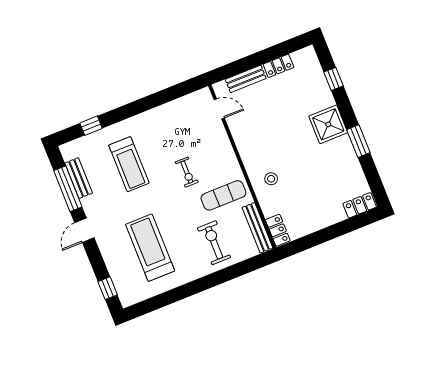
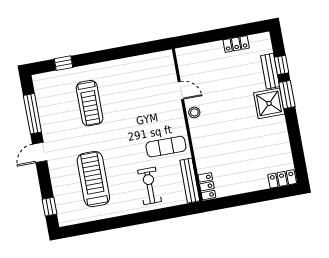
bench: (246, 79) -> (270, 71), moved, turned 90
door: (219, 109) -> (181, 91), moved
window: (358, 141) -> (287, 95), moved
exercise bike: (187, 172) -> (138, 120), removed
bench: (79, 178) -> (44, 106), removed
stool: (271, 179) -> (194, 112), moved

